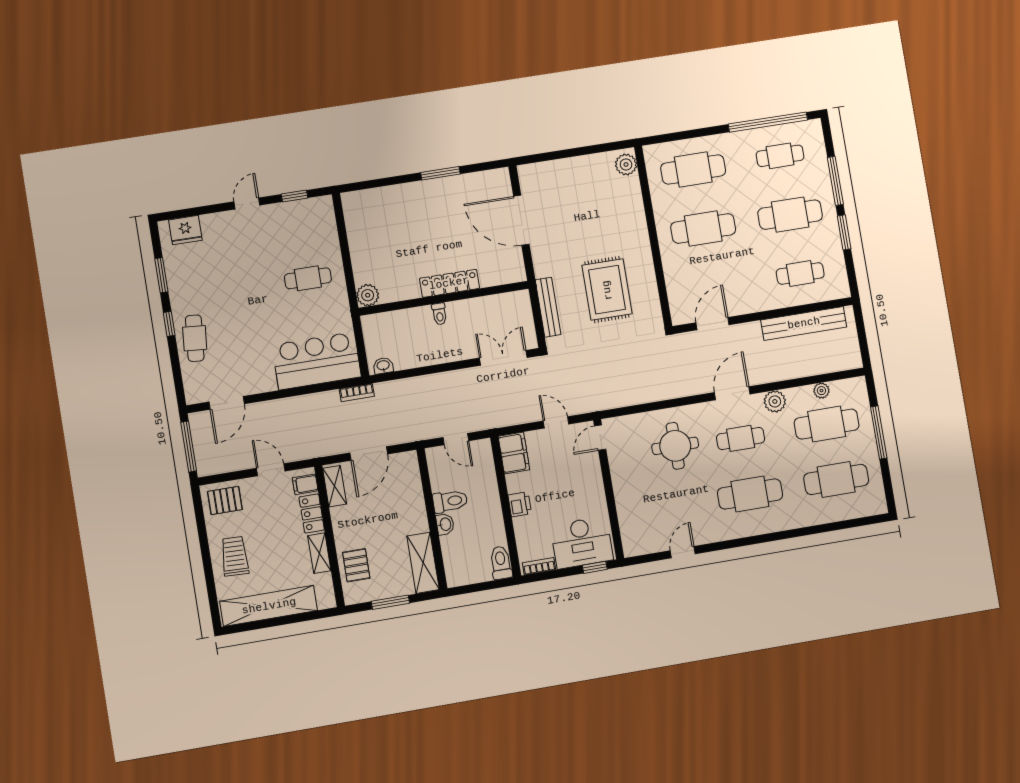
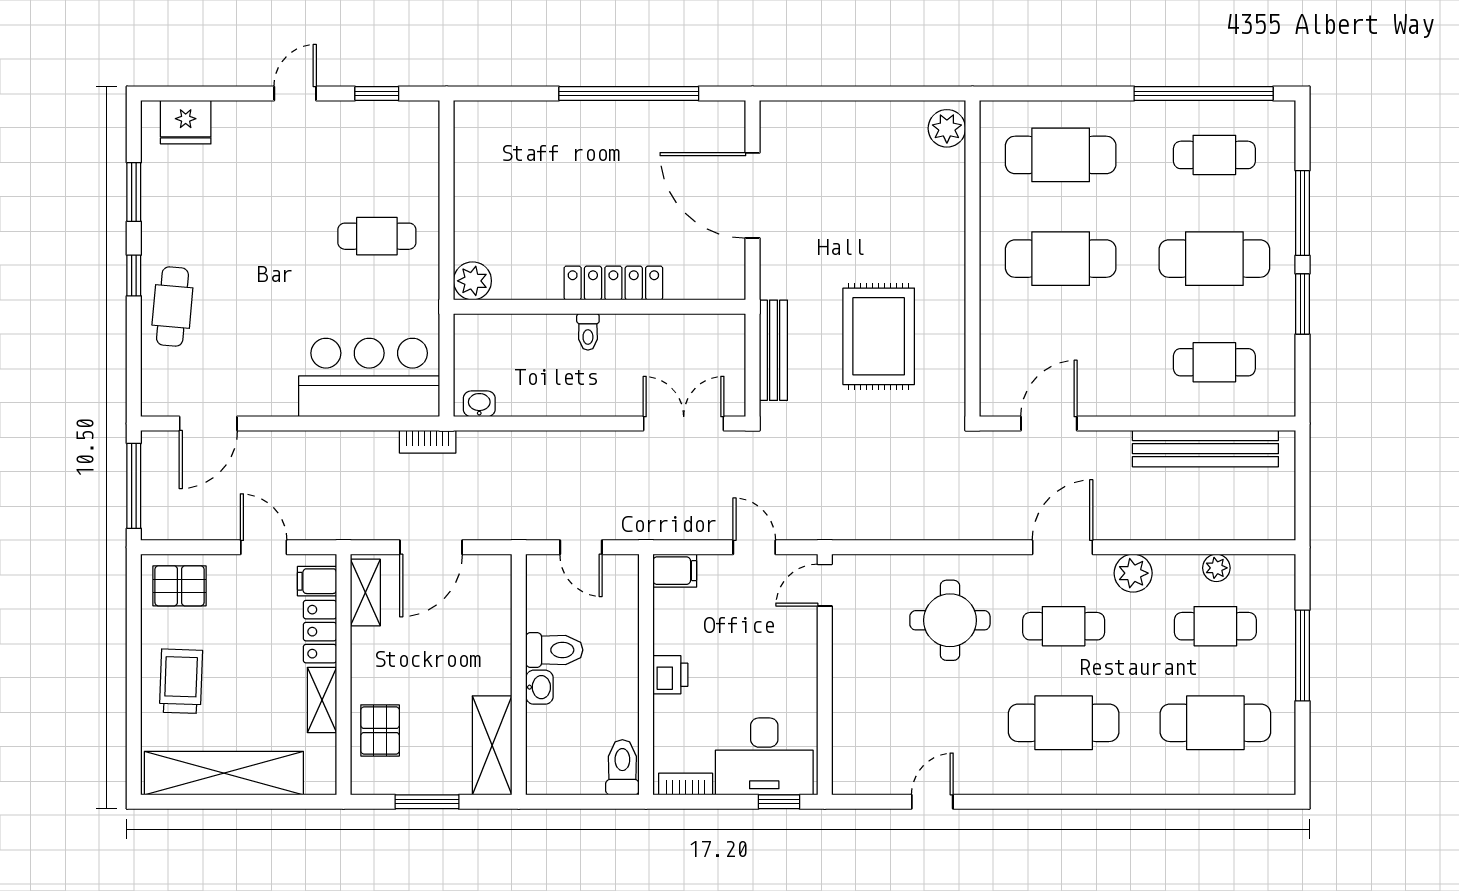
window: (440, 173) -> (629, 94), width x2.11
cafe table: (827, 424) -> (1215, 626), width x0.73, depth x0.74
filing cabinet: (514, 453) -> (675, 571), width x0.50

